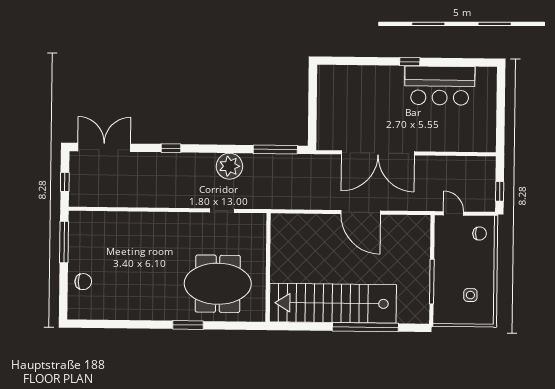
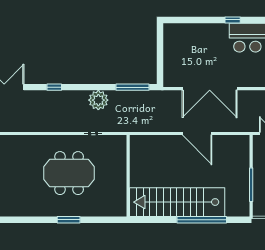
meeting table: (218, 284) -> (69, 173), moved

